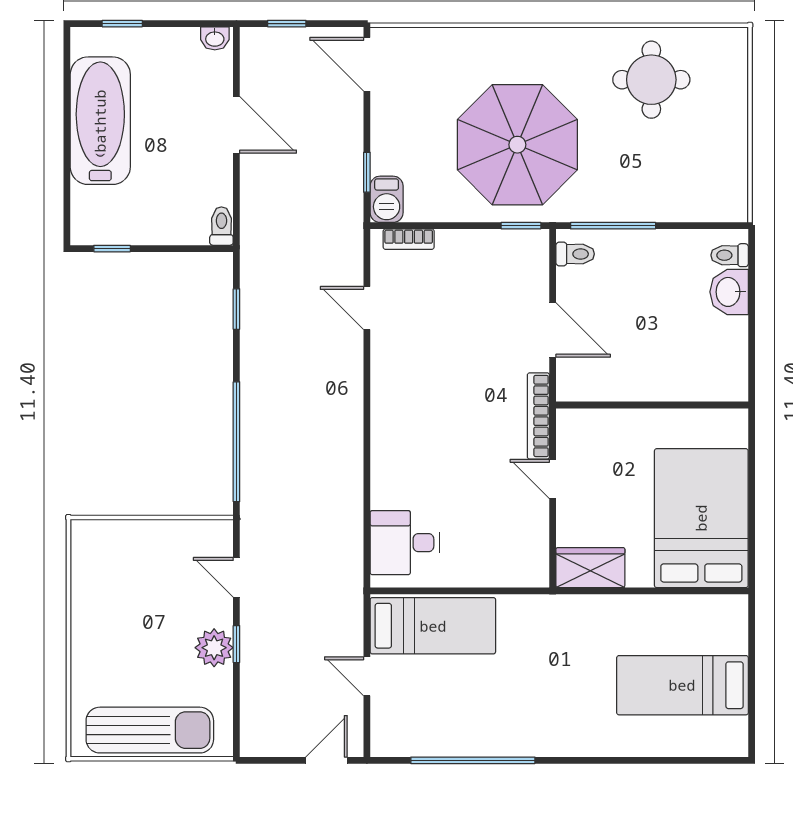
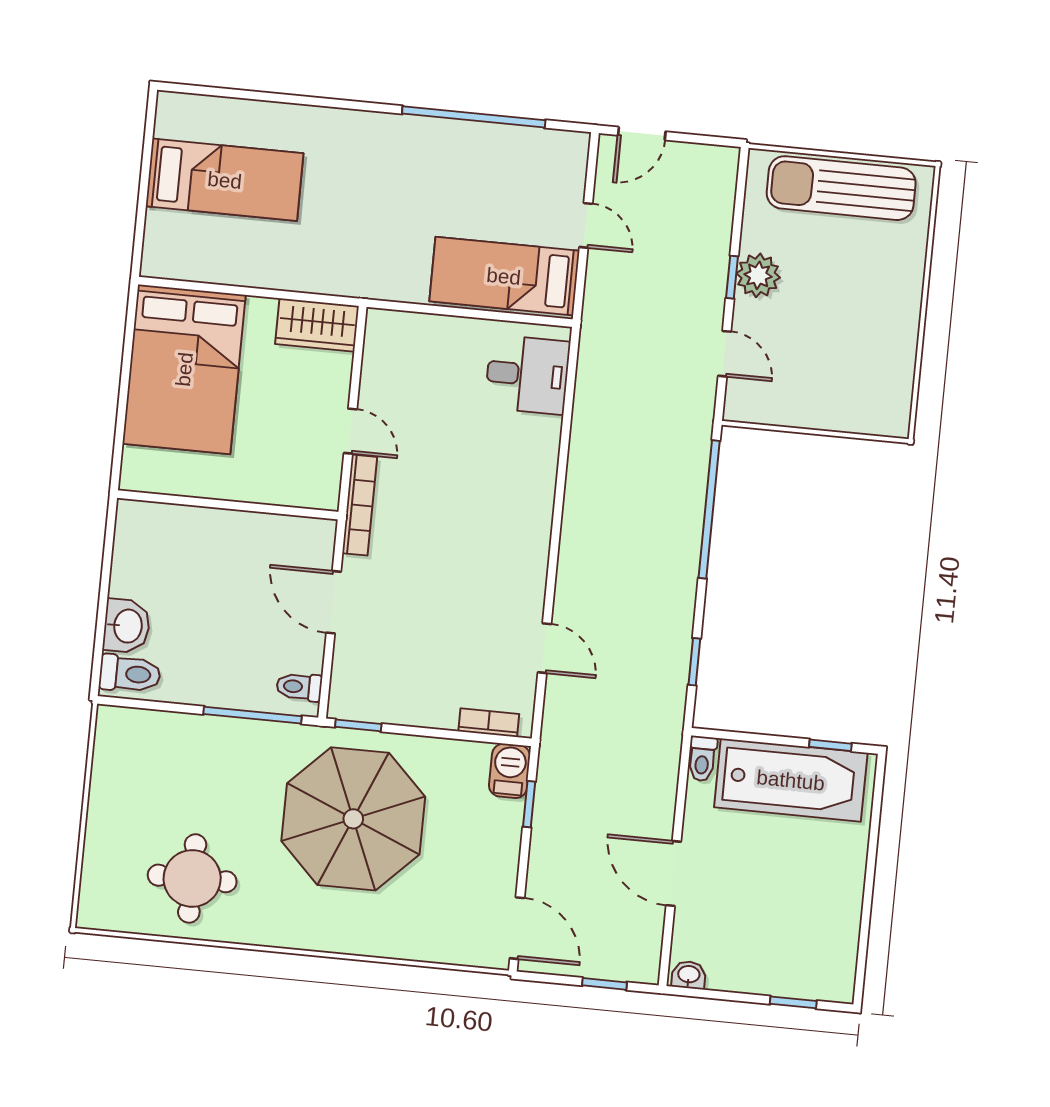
bathtub: (100, 121) -> (791, 780), moved, turned -90
toilet: (730, 255) -> (130, 674), width x1.37, depth x1.39

